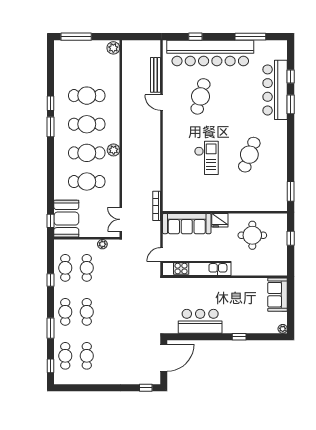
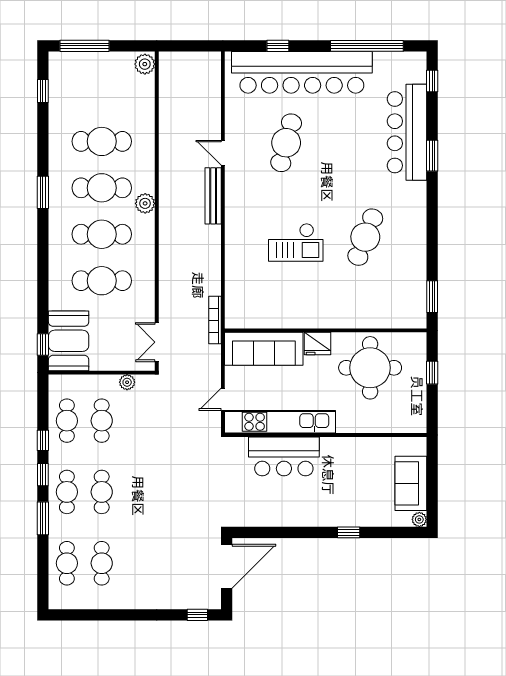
window: (250, 37) -> (367, 46), width x1.46
bench: (155, 75) -> (213, 196), moved
window: (291, 76) -> (432, 81), moved
window: (51, 103) -> (43, 91), moved
plant: (114, 150) -> (145, 203), moved
checkout: (206, 158) -> (296, 242), turned 90
round table: (252, 235) -> (370, 368), width x1.36, depth x1.36
sofa: (277, 295) -> (411, 483), moved
bar counter: (200, 321) -> (284, 456), moved, turned 180
window: (51, 366) -> (43, 475), moved

